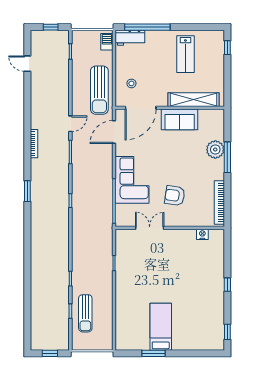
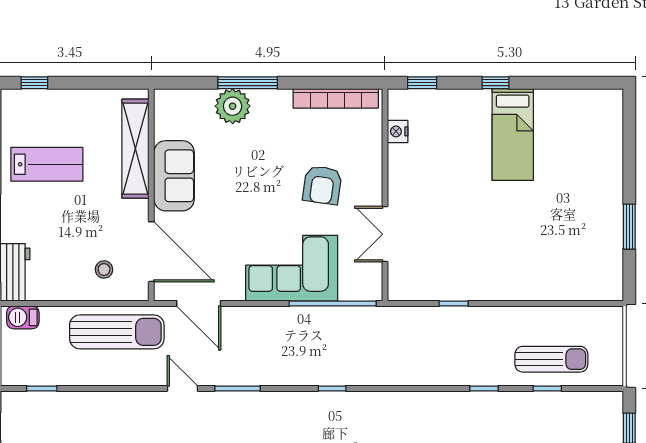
bed: (161, 327) -> (513, 135), moved, turned -90
window: (227, 332) -> (422, 83), moved

